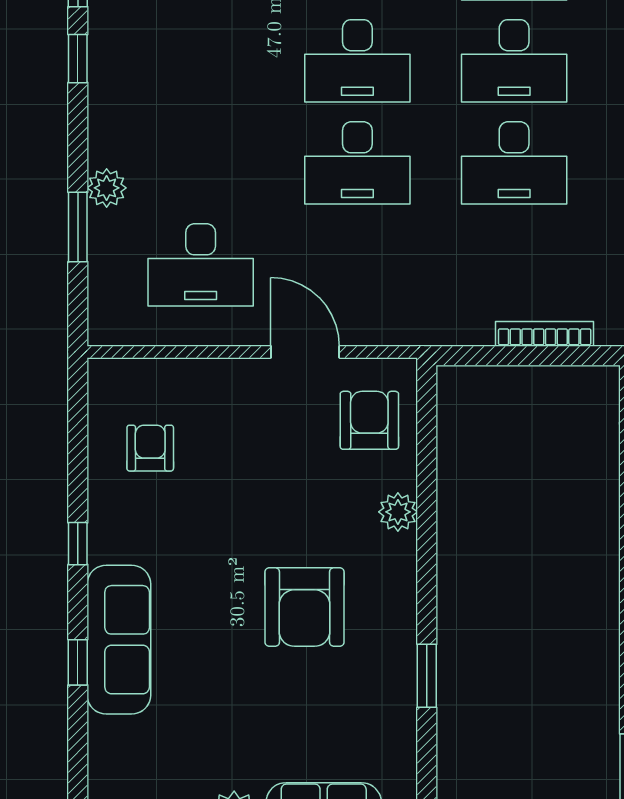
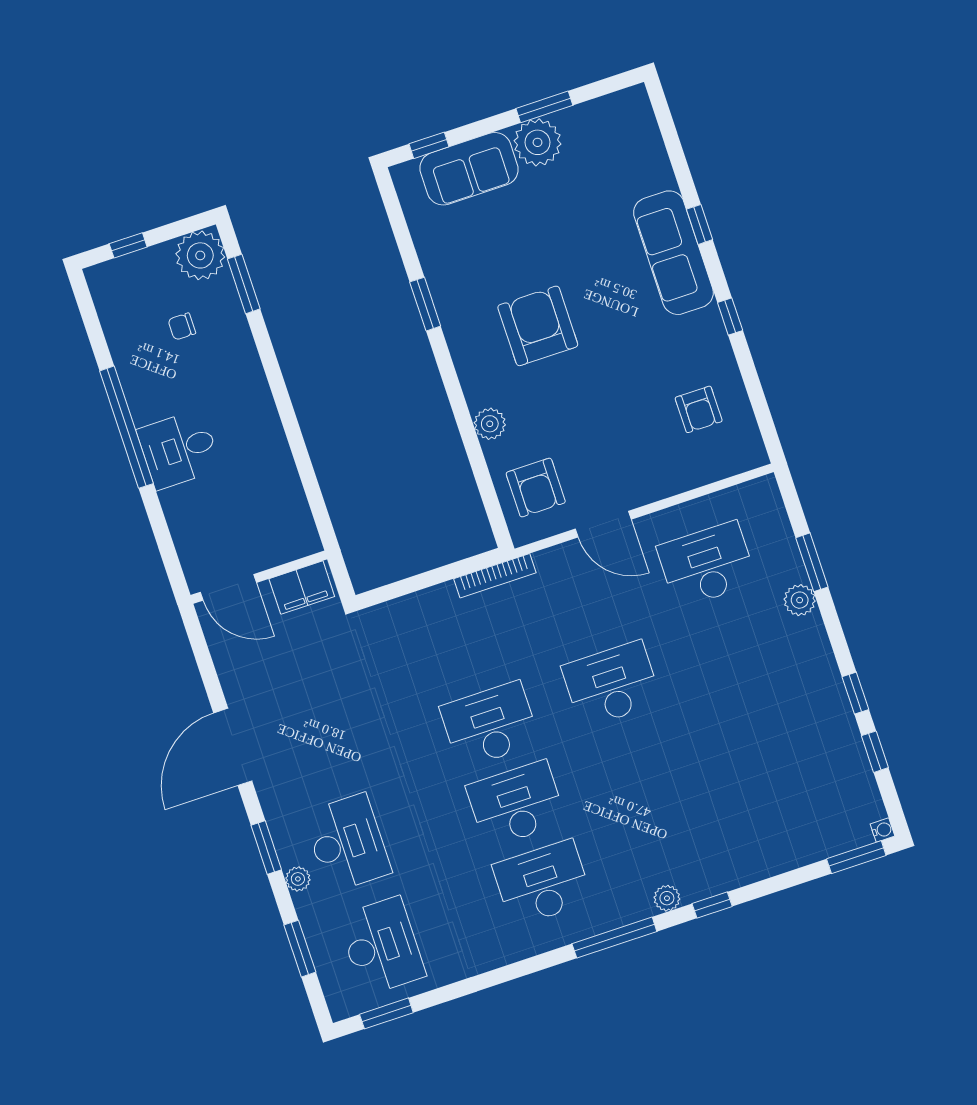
desk: (357, 61) -> (638, 764), removed
bookcase: (545, 334) -> (495, 576), moved

